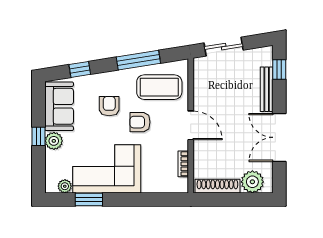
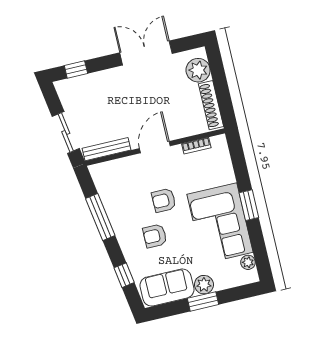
coffee table: (159, 87) -> (123, 189), removed
bench: (267, 89) -> (106, 149), moved
armchair: (140, 122) -> (164, 200), turned 90
window: (39, 136) -> (203, 301), width x1.50
double door: (279, 137) -> (146, 53), swing flipped
window: (89, 199) -> (249, 205), moved

